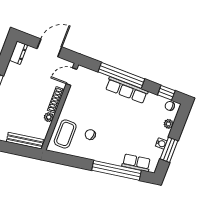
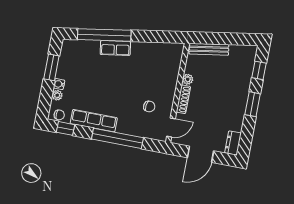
row of seats: (127, 90) -> (94, 121), moved
coffee table: (65, 134) -> (167, 64), removed
chair: (90, 135) -> (149, 106), moved
water cooler: (161, 143) -> (59, 84), moved
row of seats: (136, 163) -> (115, 48), moved

